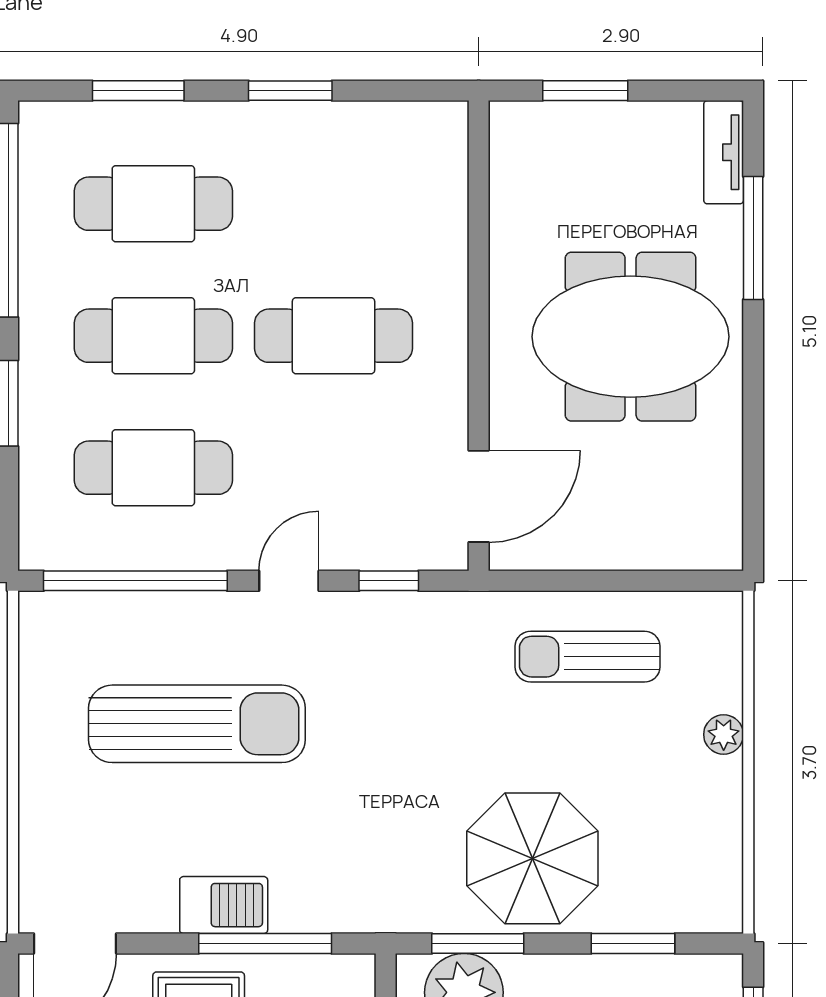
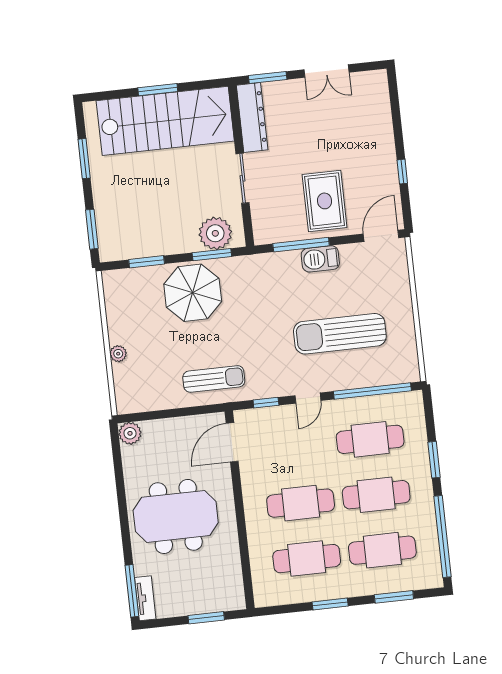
cafe table: (334, 204) -> (307, 559), added
window: (753, 238) -> (132, 591), moved
plant: (717, 544) -> (130, 433), added
sun lounger: (588, 657) -> (214, 379), moved

